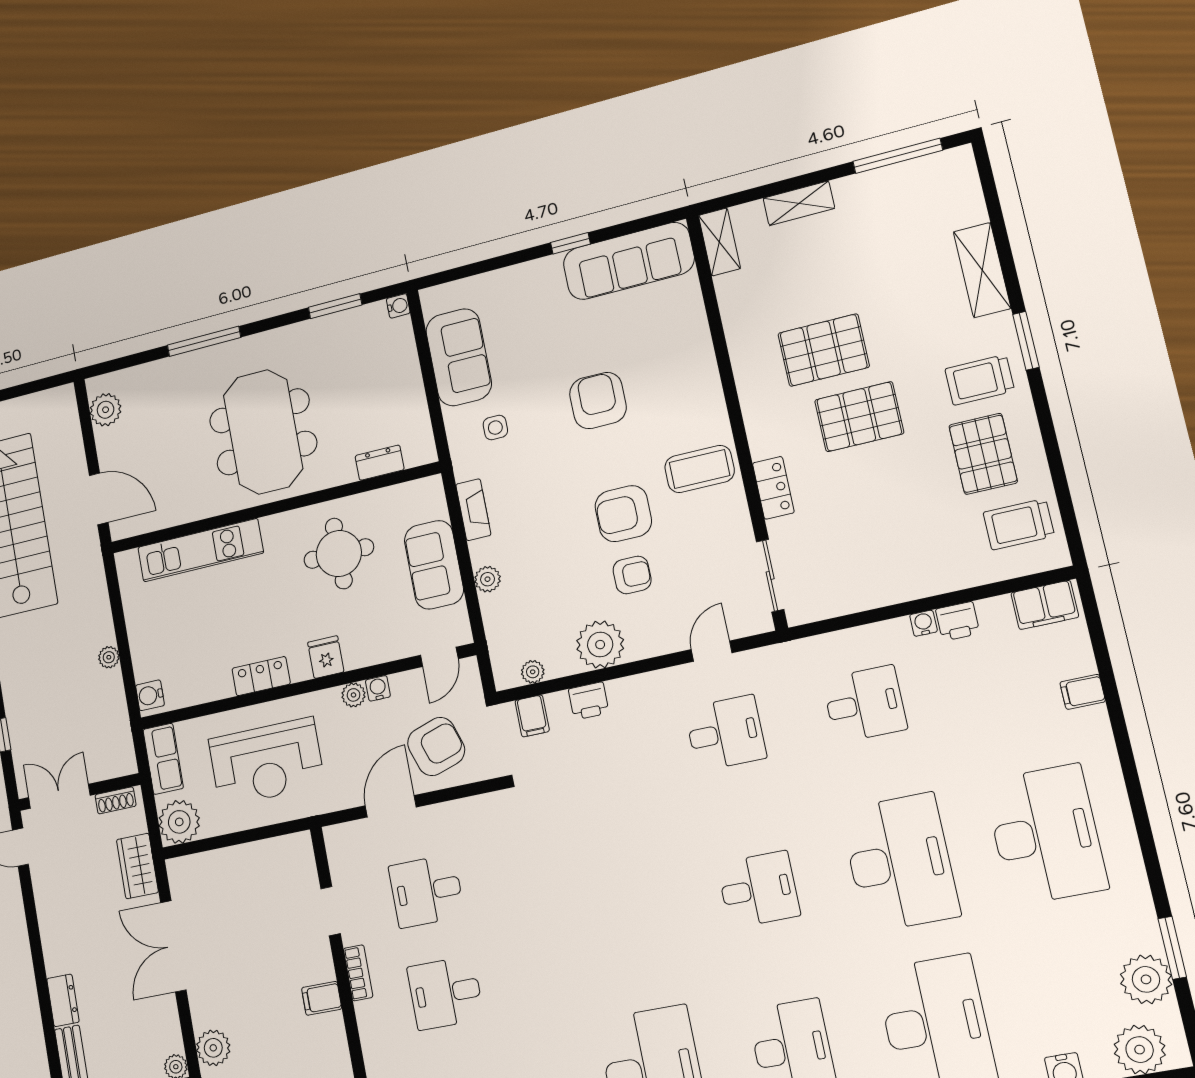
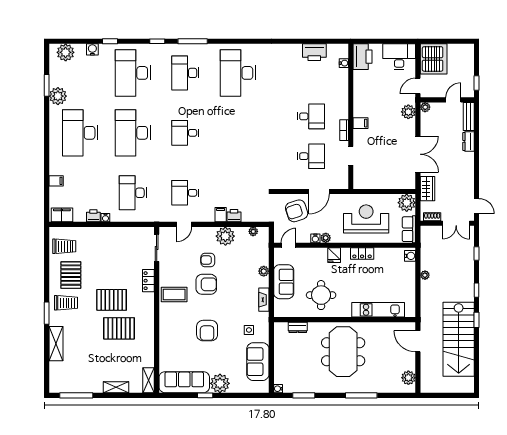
plant: (540, 281) -> (220, 383), added
desk: (865, 704) -> (133, 193), width x1.37
filing cabinet: (532, 716) -> (221, 215), moved
plant: (1146, 979) -> (58, 96), moved

